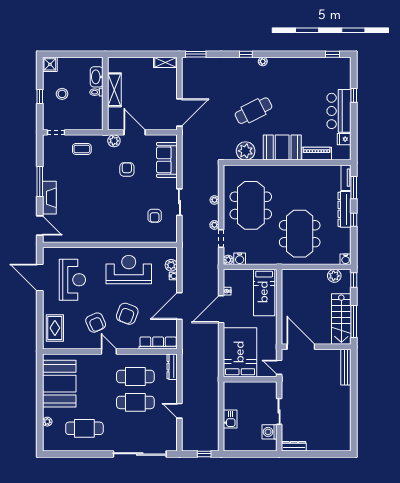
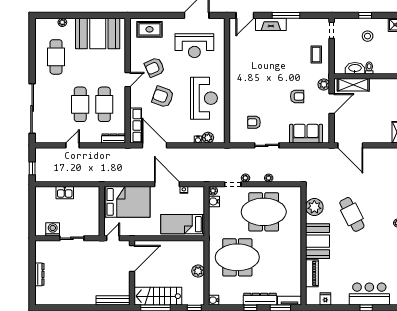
washbasin: (97, 77) -> (355, 68), moved
shelving: (114, 90) -> (353, 85), moved
bar counter: (339, 111) -> (369, 294), moved
plant: (334, 276) -> (198, 271), moved
door: (179, 306) -> (155, 145), moved
dresser: (294, 446) -> (39, 274), moved

